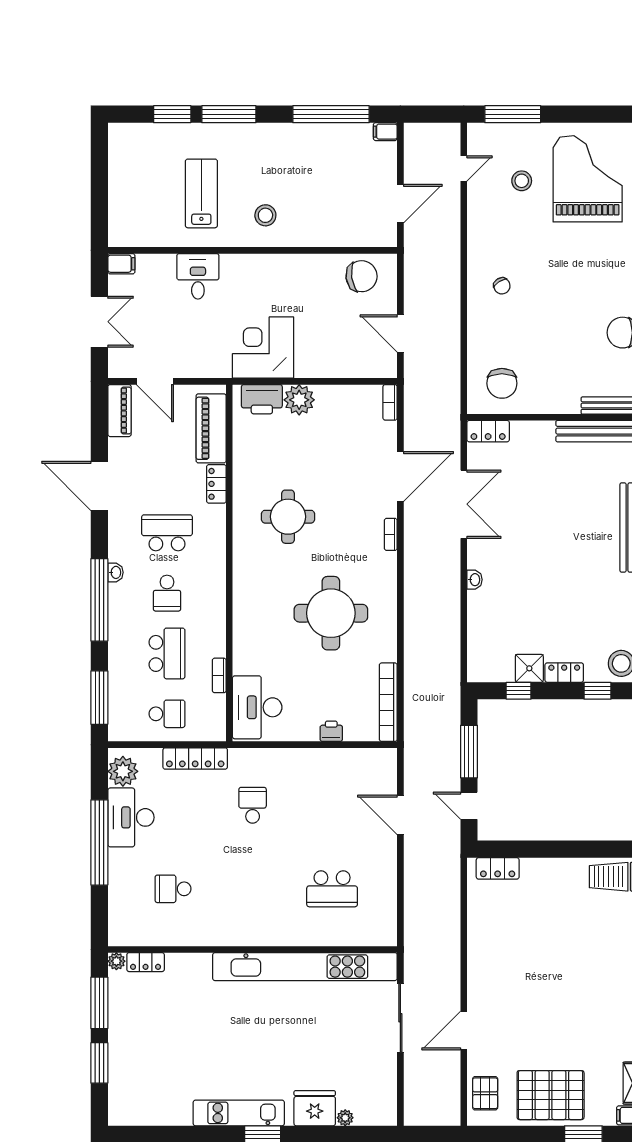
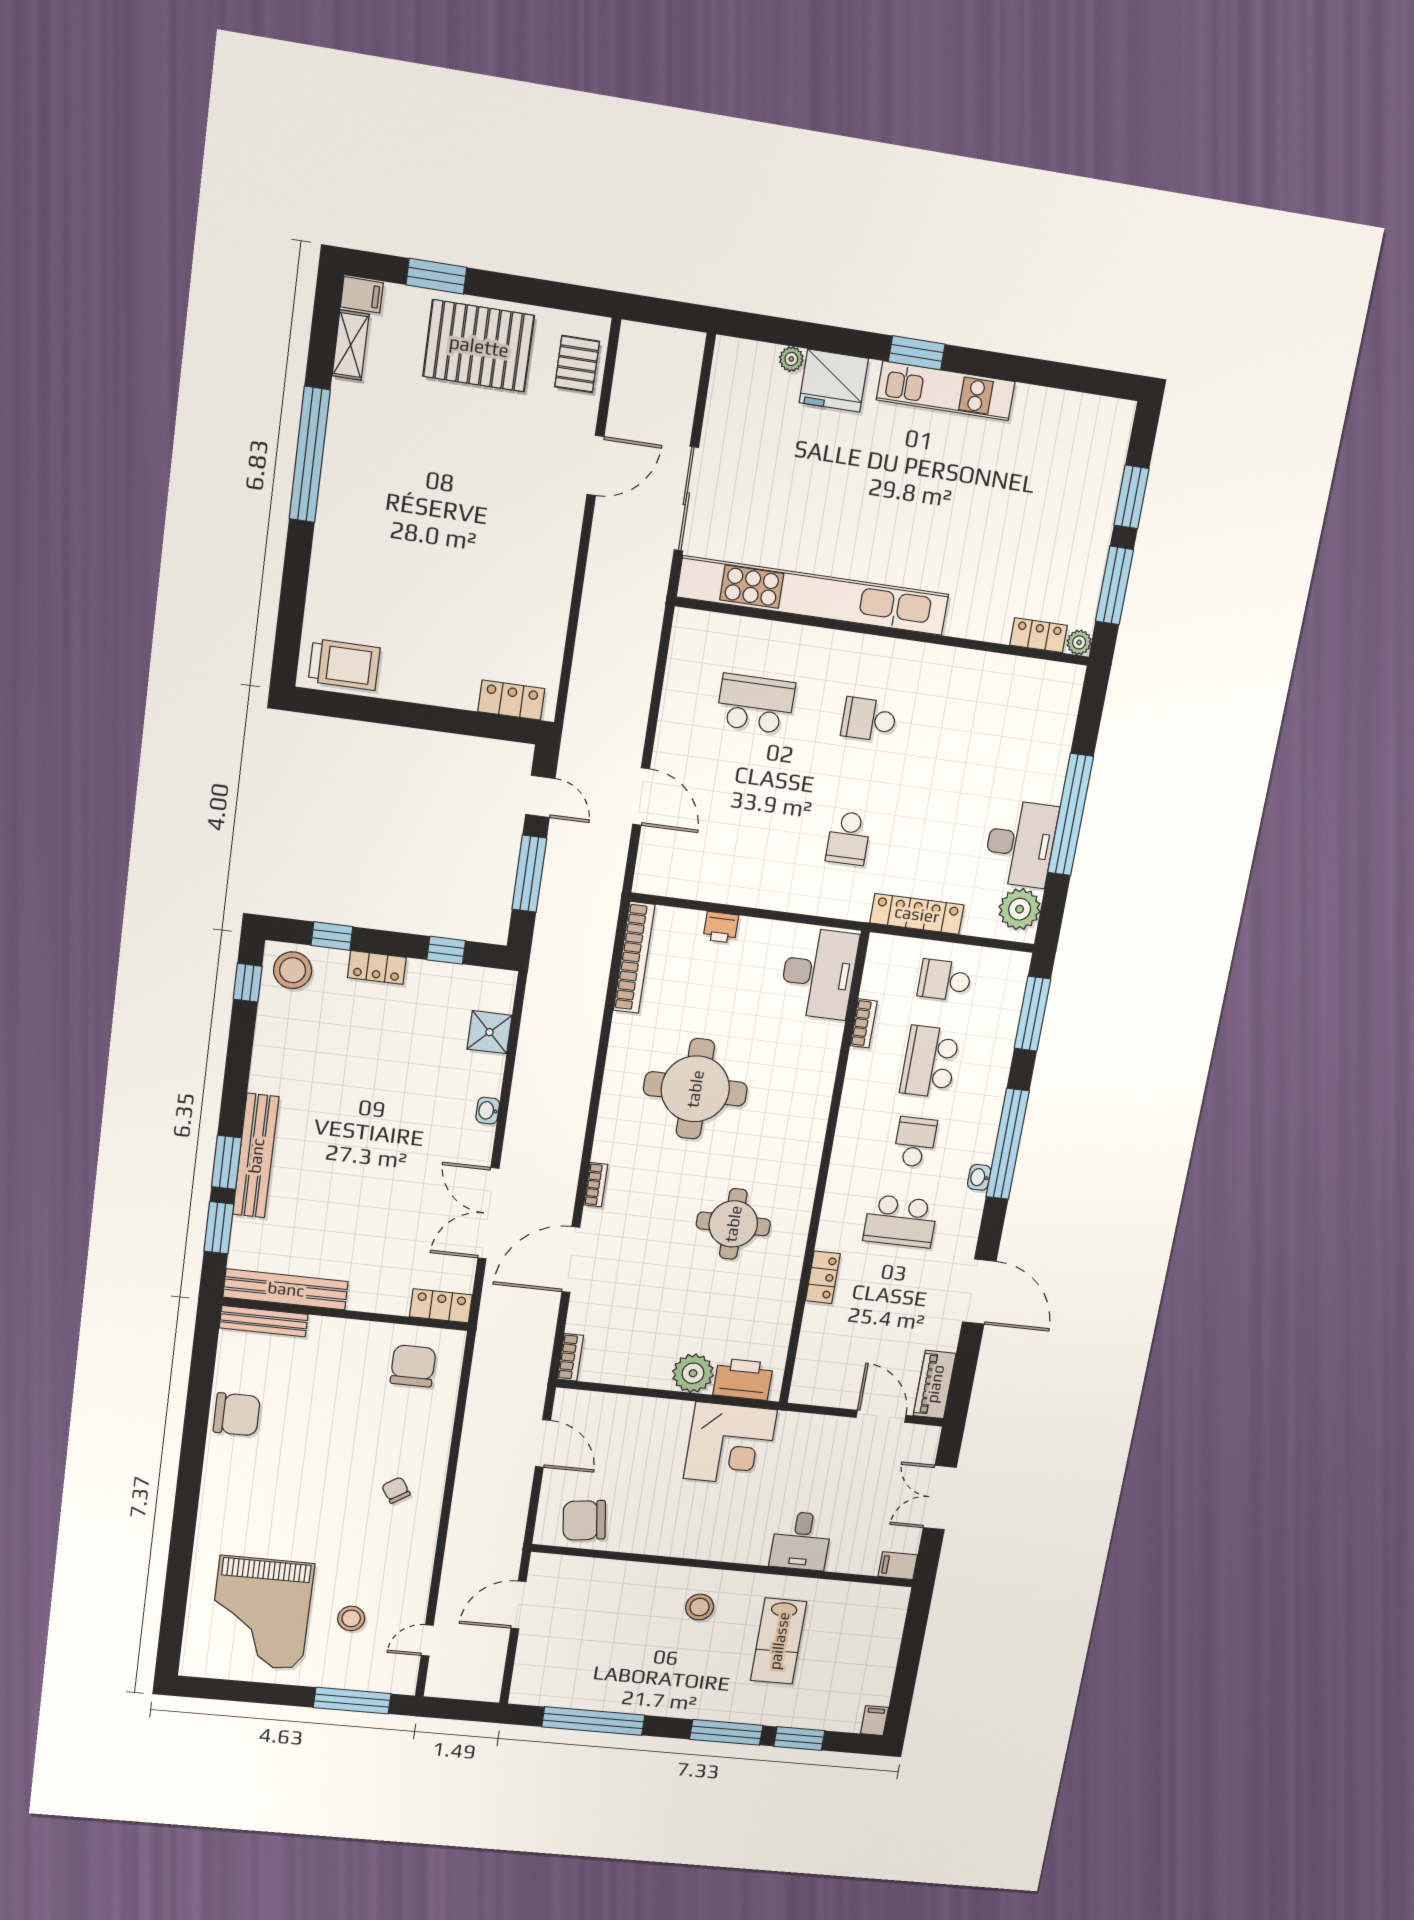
filing cabinet: (385, 132) -> (875, 1721), moved, turned -90
piano: (211, 428) -> (817, 1349), removed
shower: (529, 668) -> (490, 1032), moved
school desk: (173, 889) -> (869, 719), moved, turned 180

